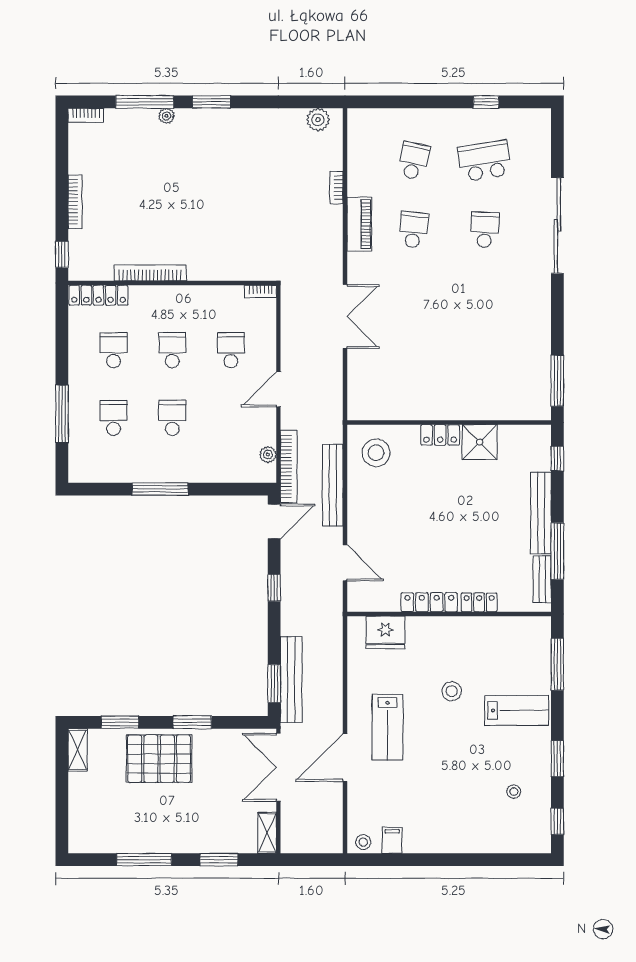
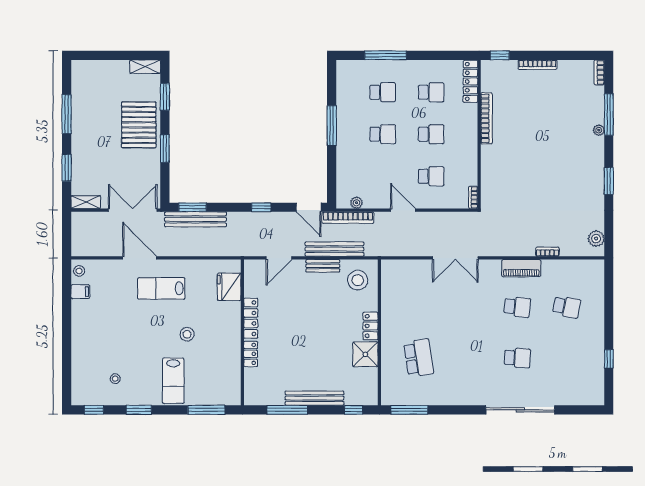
window: (211, 102) -> (609, 181), moved
school desk: (485, 161) -> (419, 358), moved
bench: (542, 579) -> (323, 266), moved

